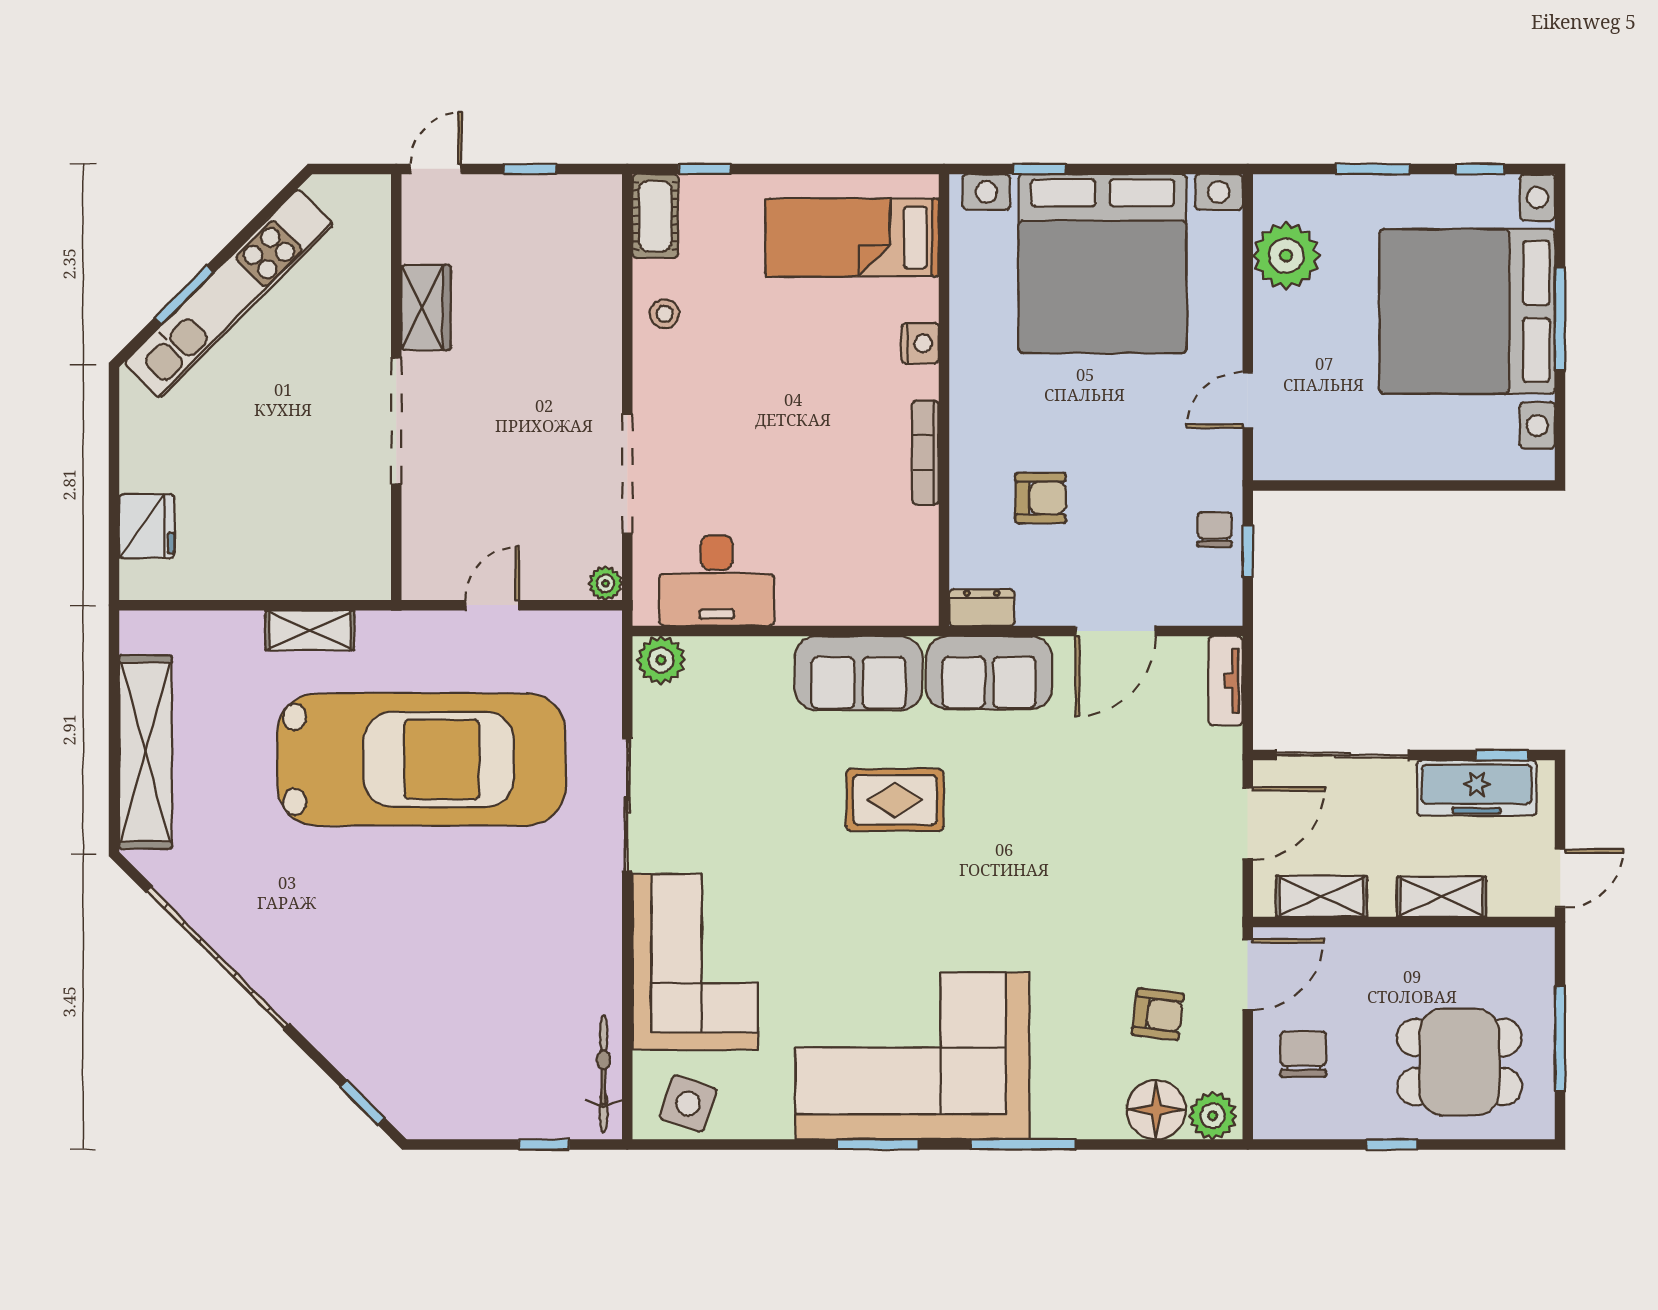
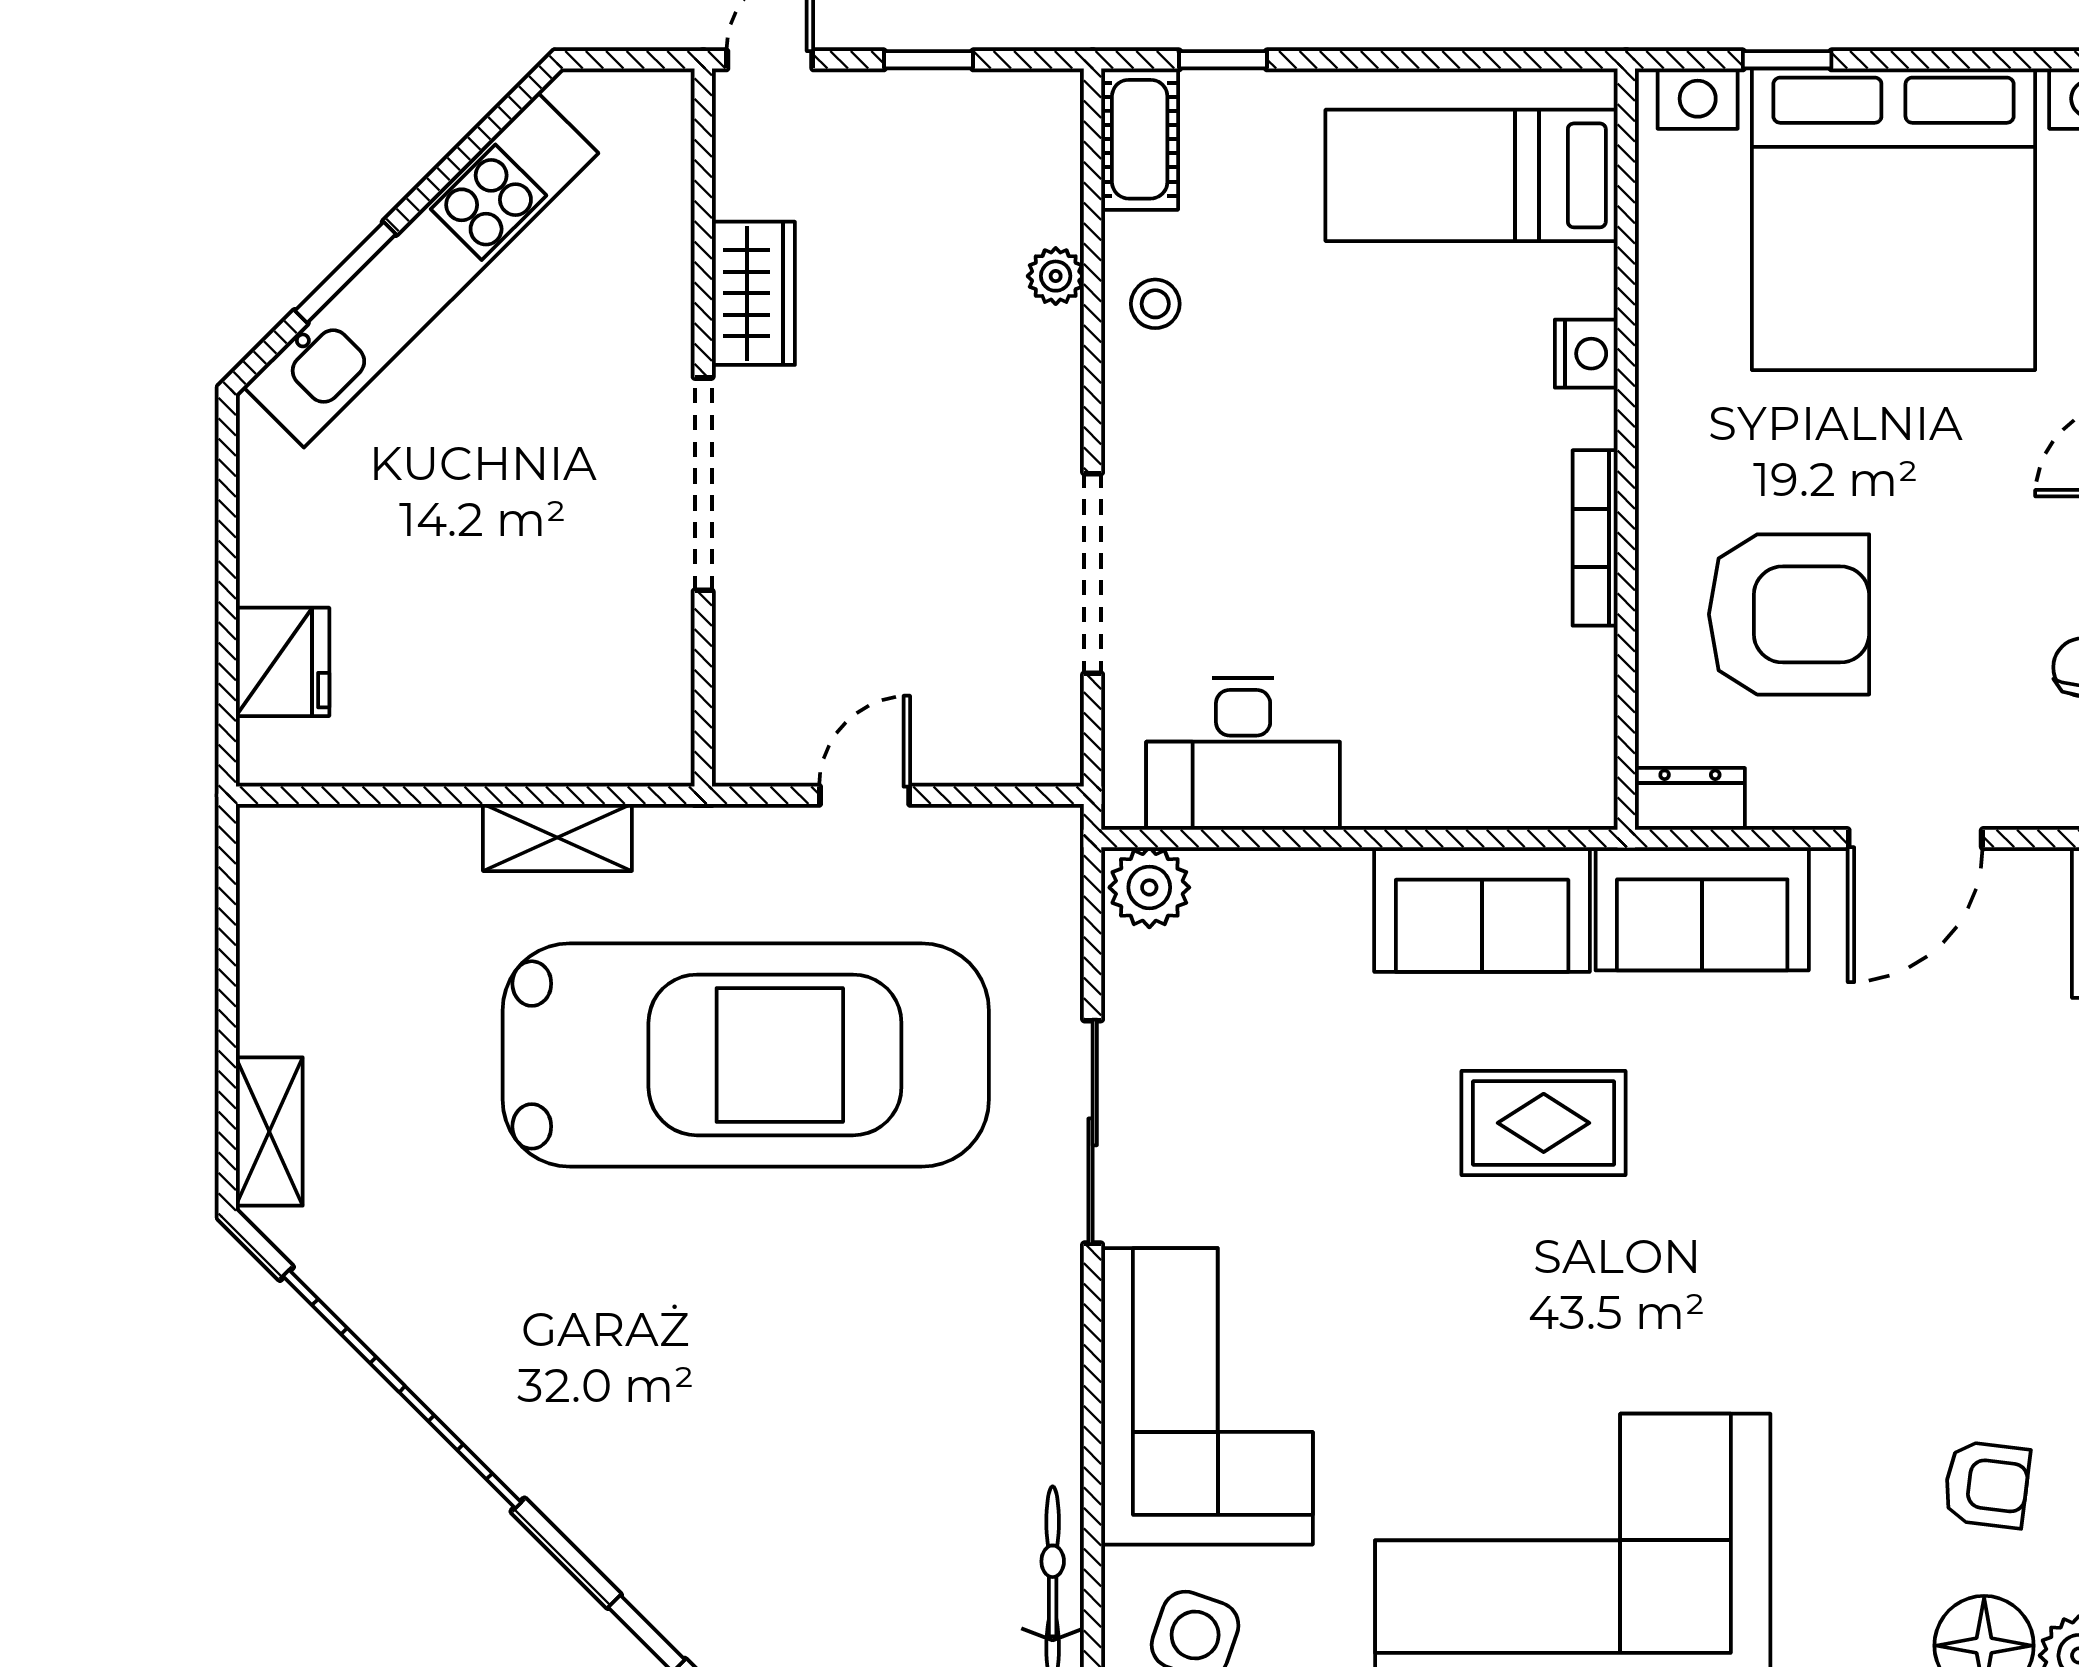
armchair: (1041, 498) -> (1789, 614), width x1.88, depth x1.88
plant: (605, 583) -> (1056, 276), moved
shelving: (145, 752) -> (269, 1132), width x0.45, depth x0.75

